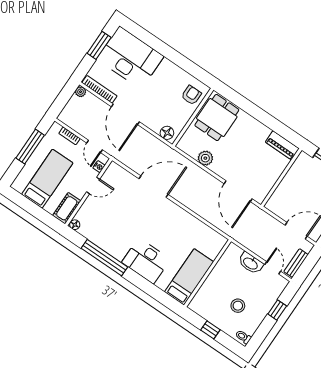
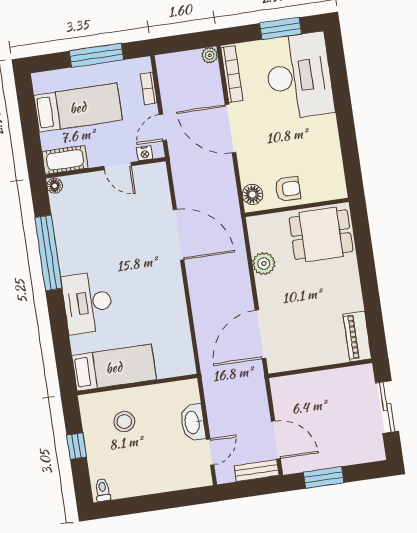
armchair: (191, 95) -> (288, 189), moved
door: (125, 114) -> (230, 129), hinge flipped
bench: (296, 263) -> (257, 471), moved
stool: (238, 306) -> (124, 422), moved
window: (277, 310) -> (168, 500), removed

